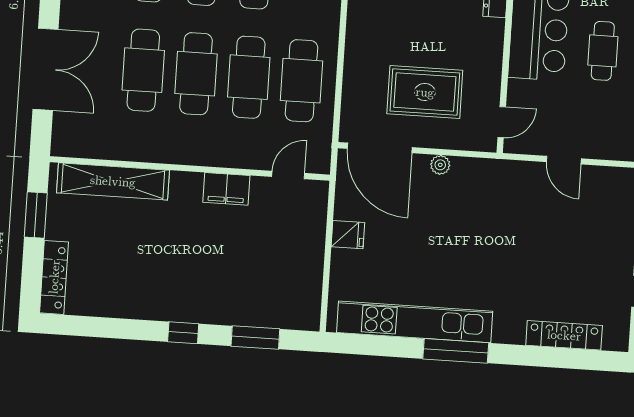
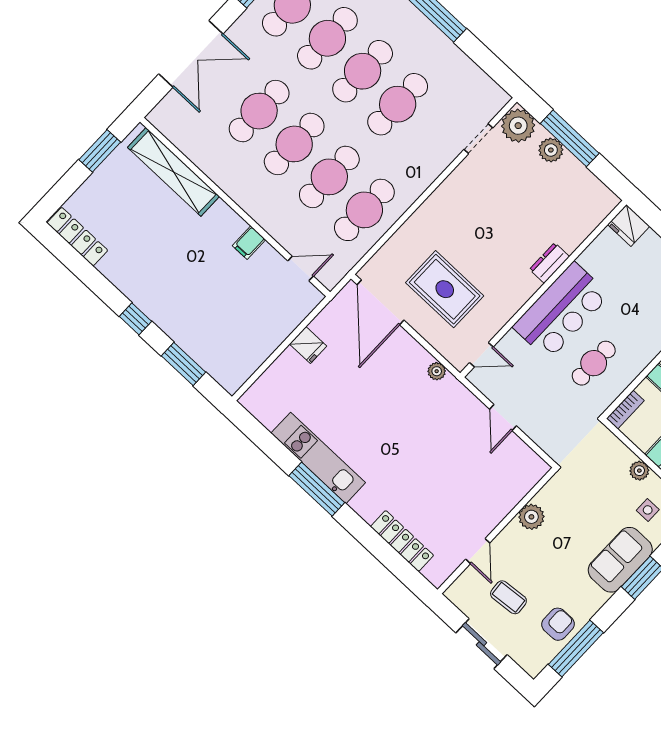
plant: (440, 165) -> (437, 371), moved
filing cabinet: (226, 189) -> (249, 243), width x0.50
locker: (54, 277) -> (77, 237), moved, turned -90
kitchen unit: (415, 322) -> (318, 458), width x0.73

